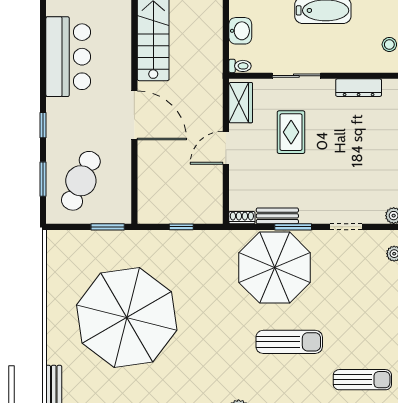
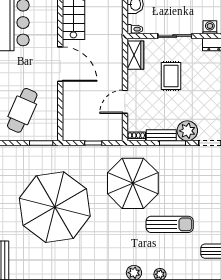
washing machine: (346, 63) -> (210, 27), added
door: (226, 148) -> (125, 102), moved
plant: (314, 210) -> (187, 131), added
parasol: (275, 268) -> (133, 183), moved

